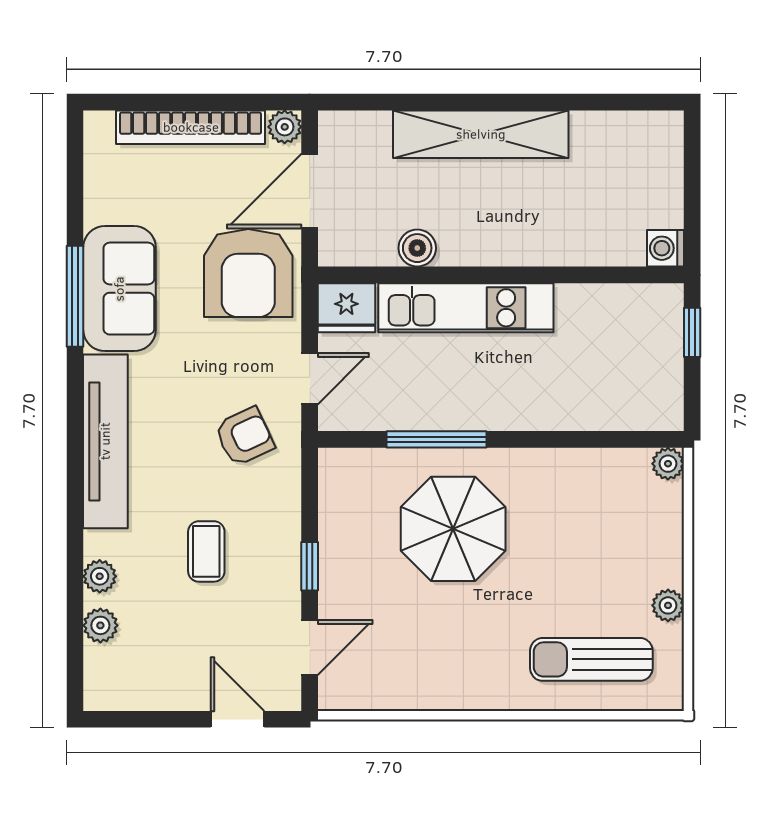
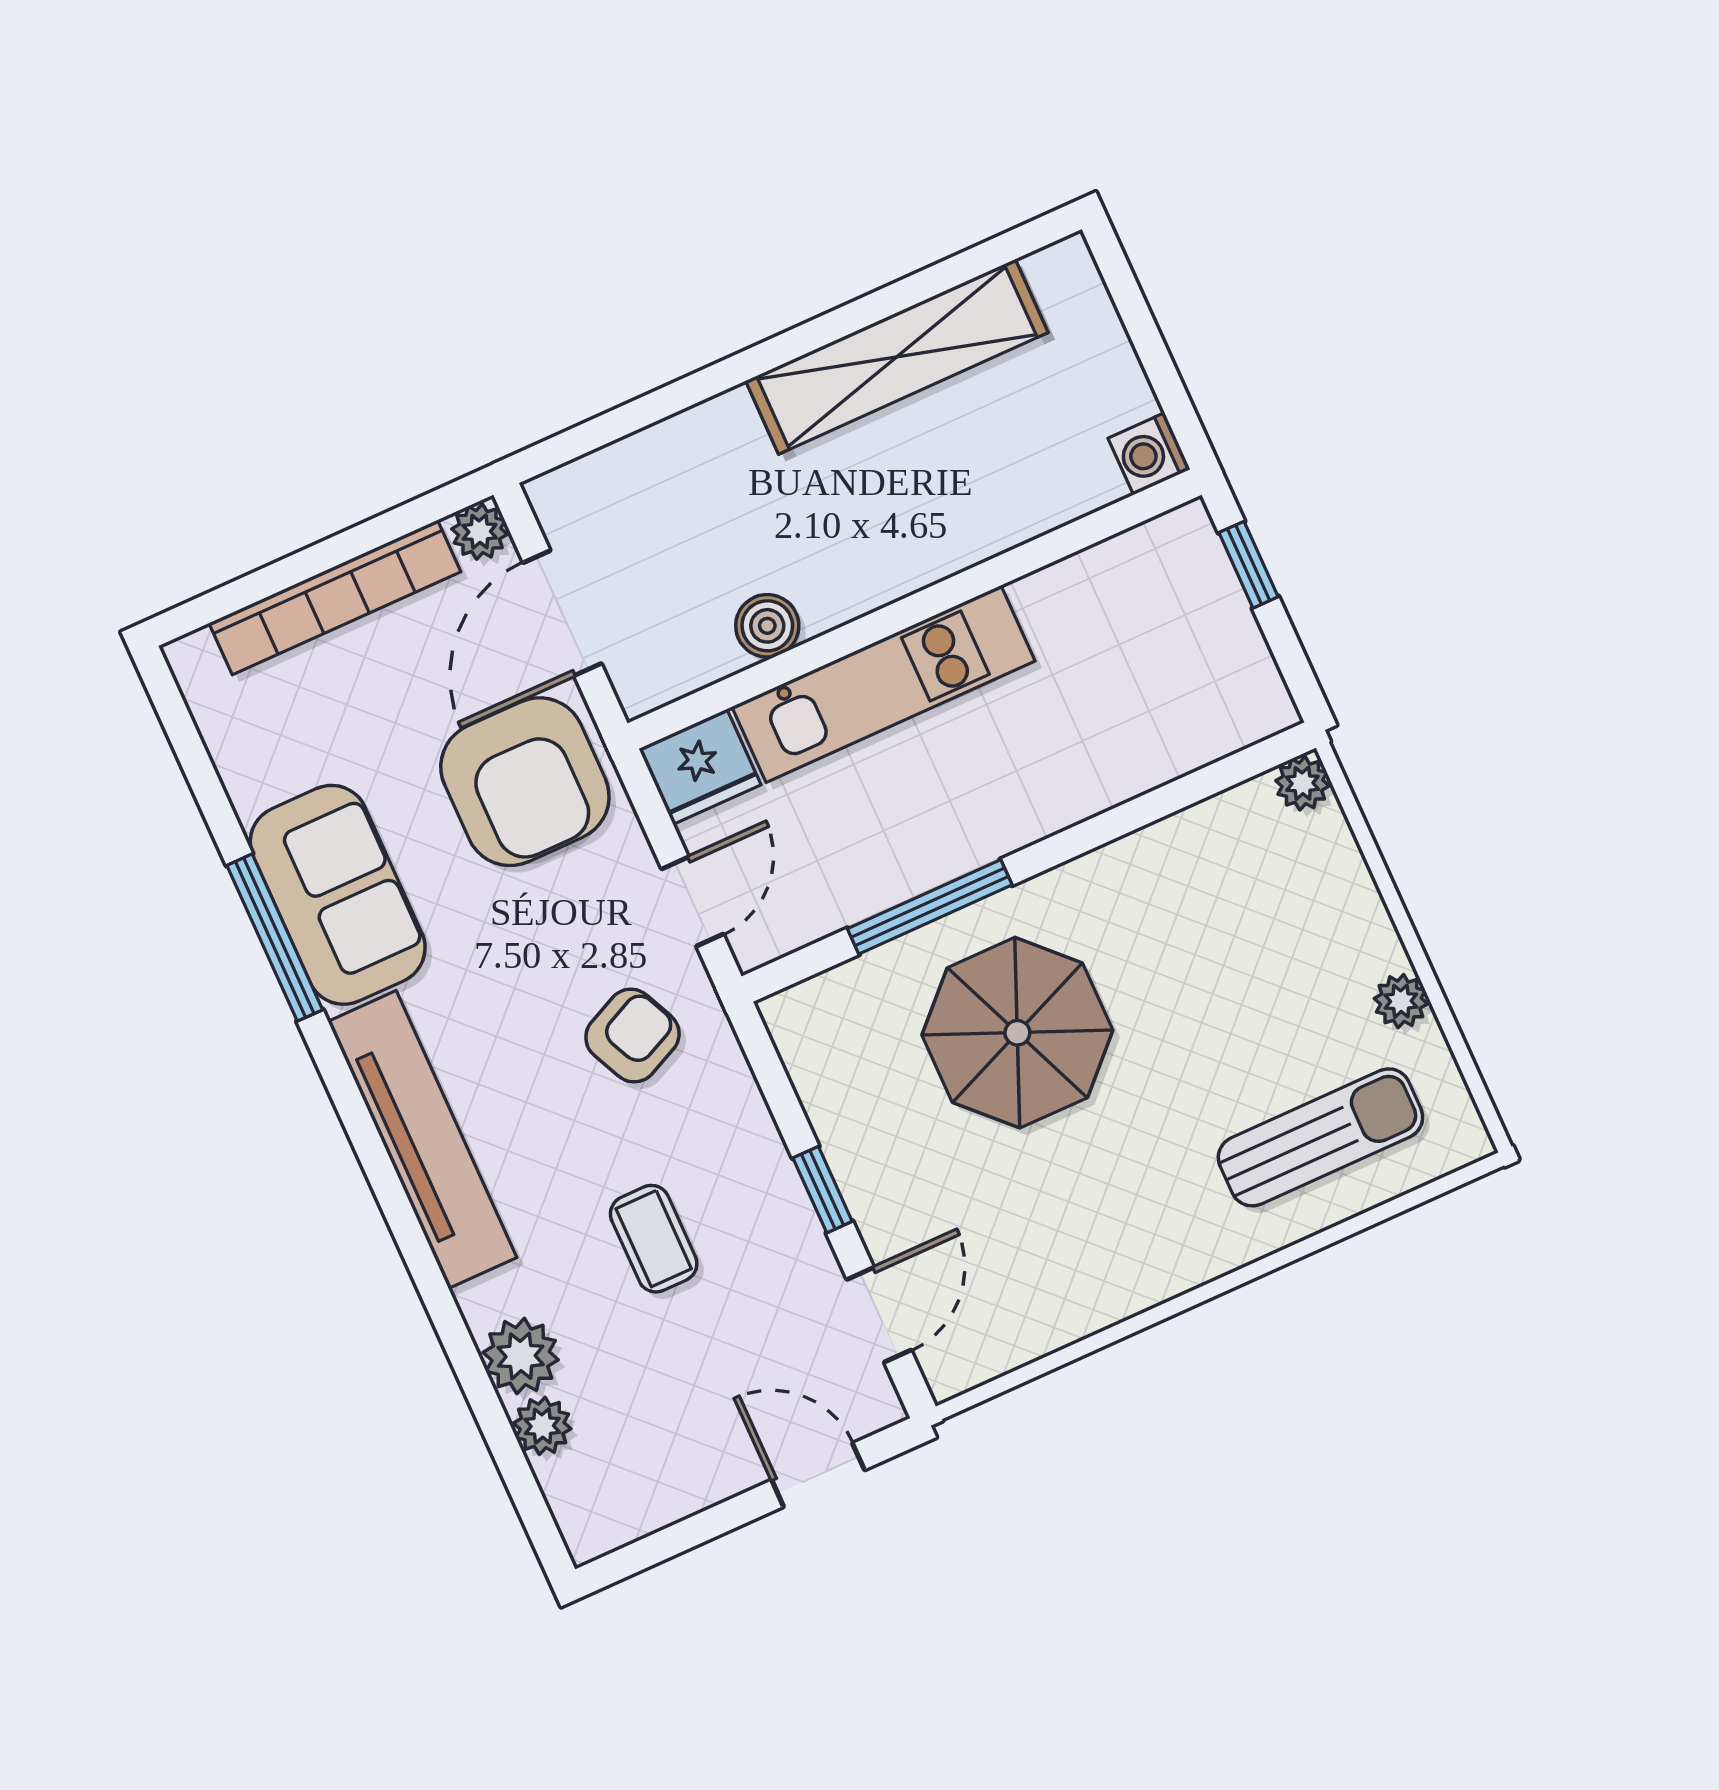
shelving: (481, 134) -> (897, 357), moved
plant: (100, 576) -> (521, 1356), width x1.38, depth x1.38
sun lounger: (591, 659) -> (1320, 1137), turned 180

